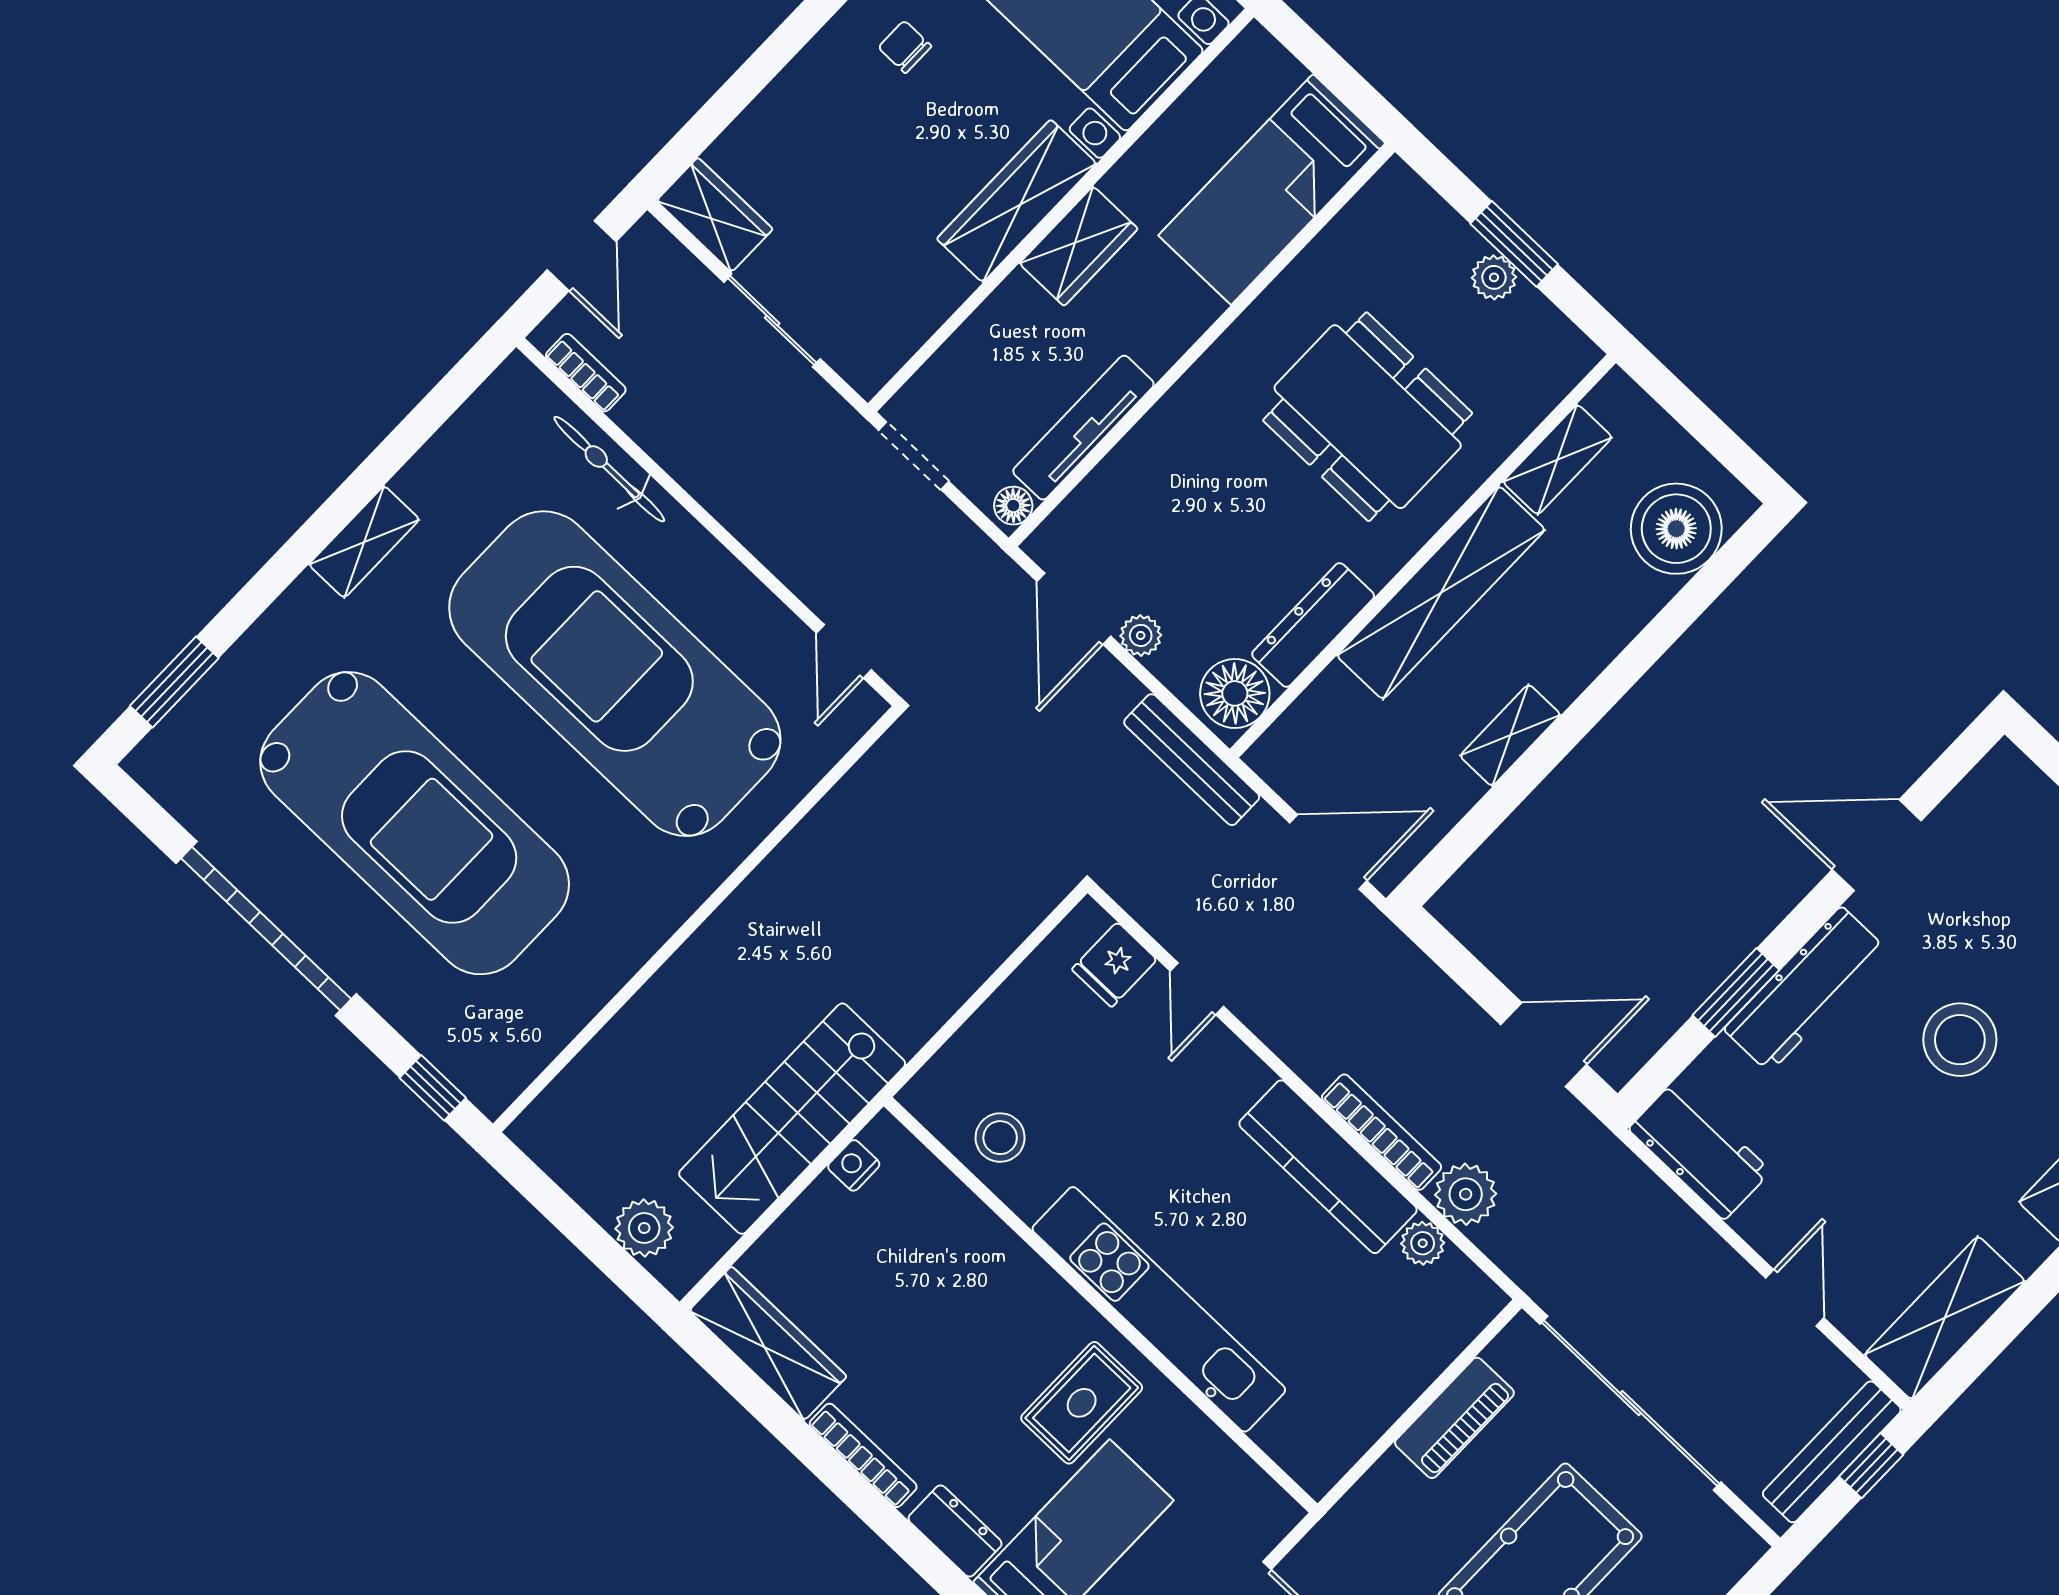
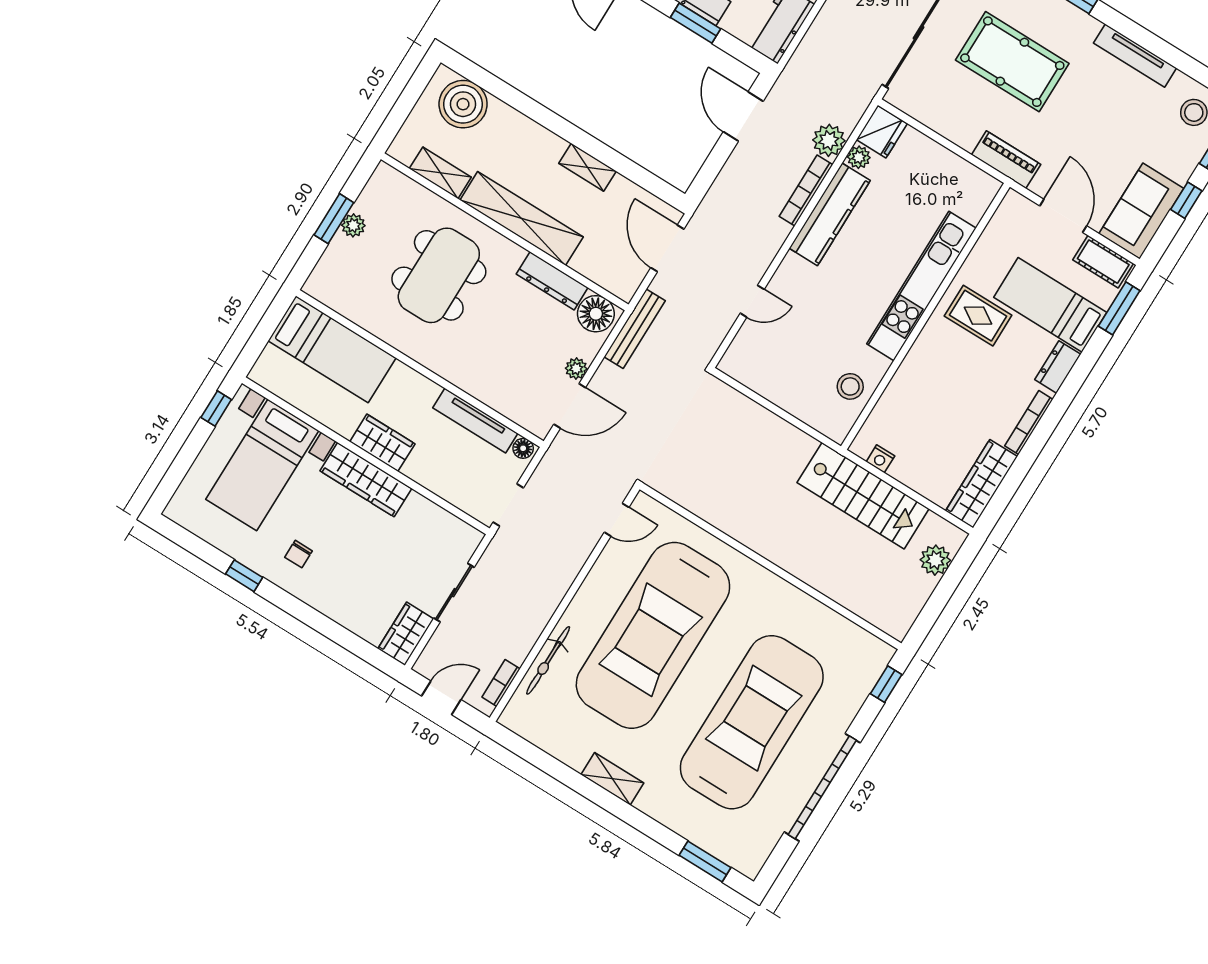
fridge: (1114, 965) -> (882, 132), moved, width x1.38
piano: (1454, 1418) -> (1006, 160), moved

